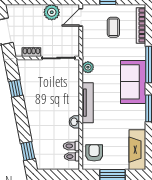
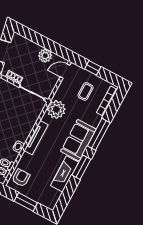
plant: (88, 67) -> (56, 109), width x1.87, depth x1.87
fireplace: (137, 150) -> (65, 174), moved

